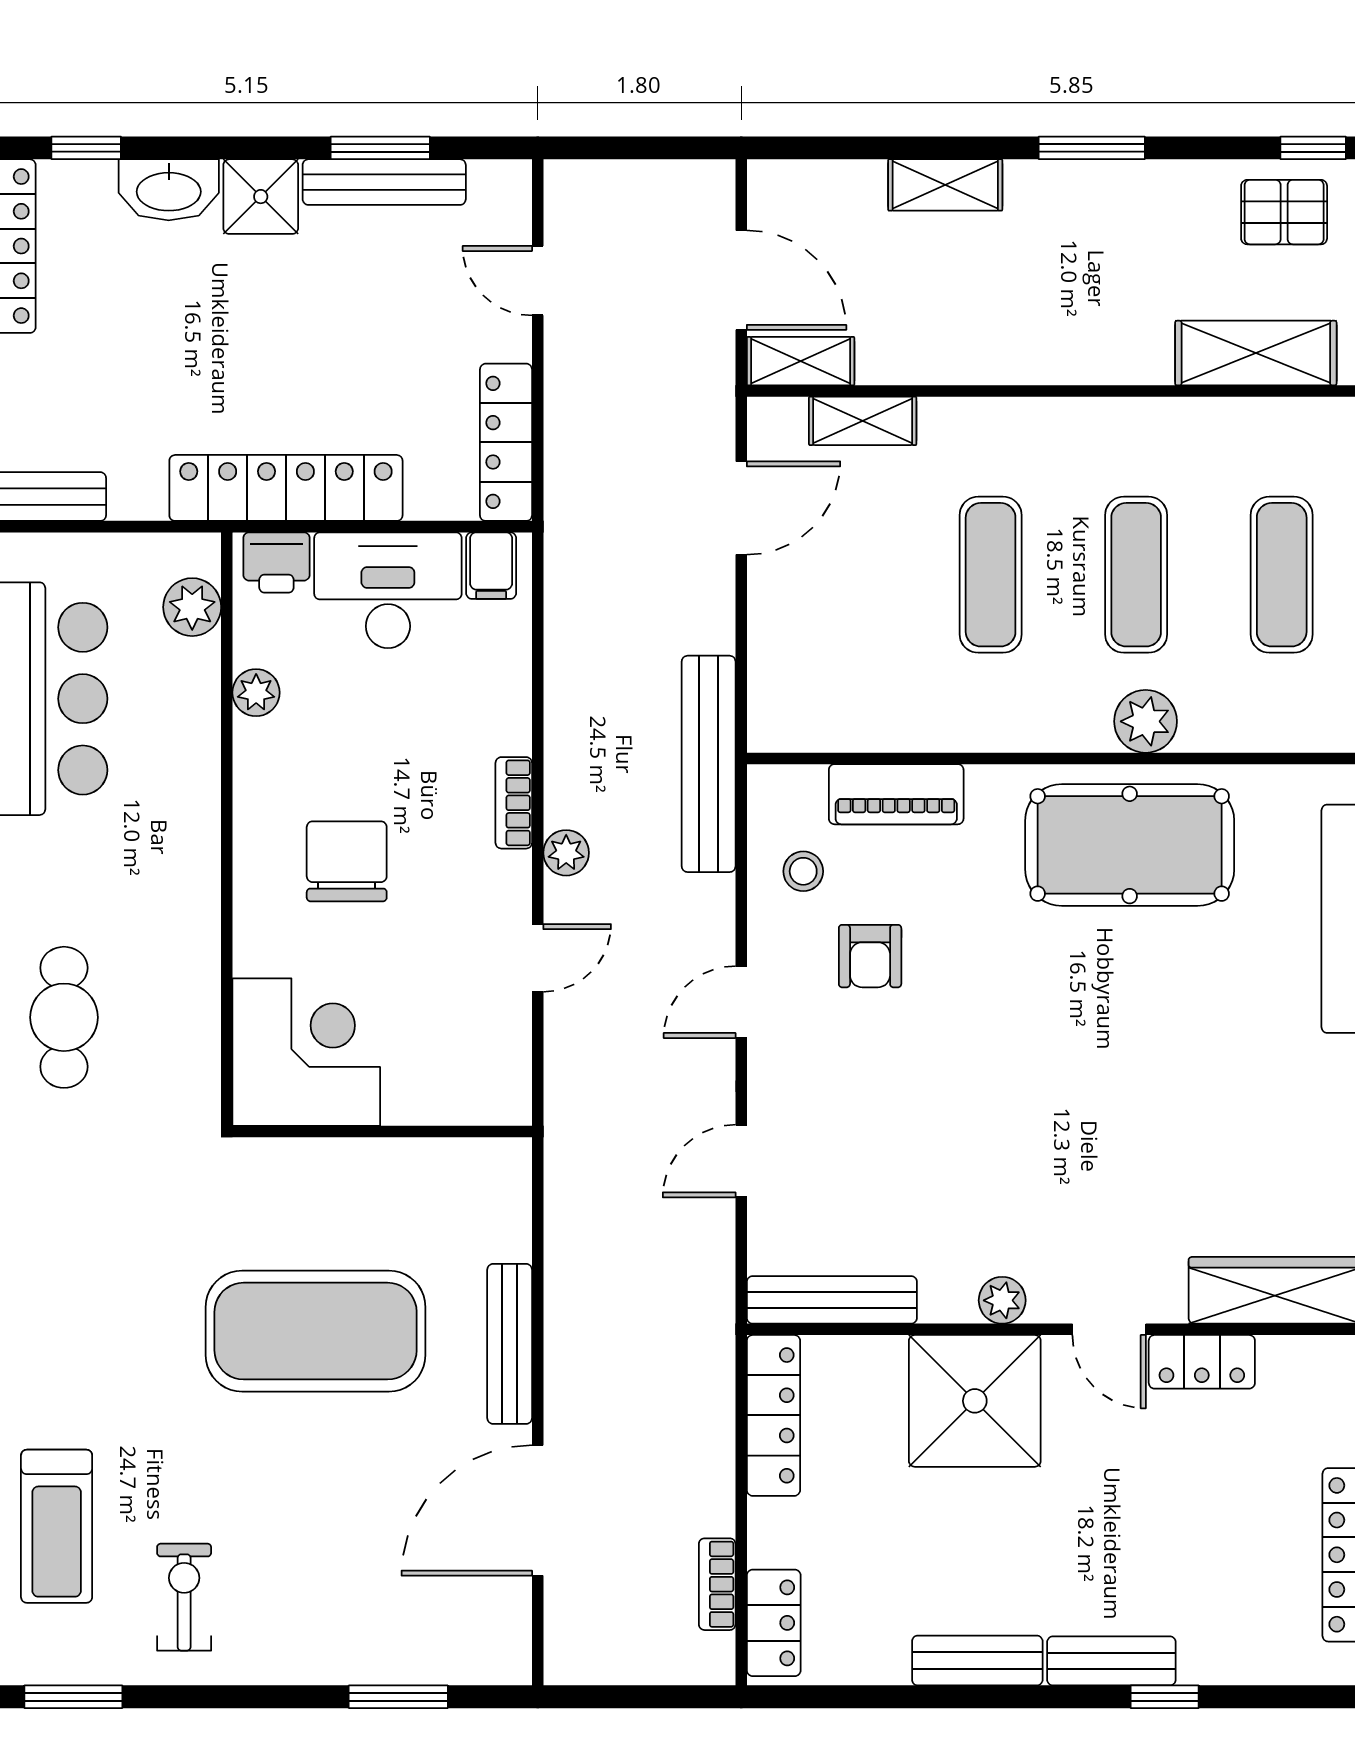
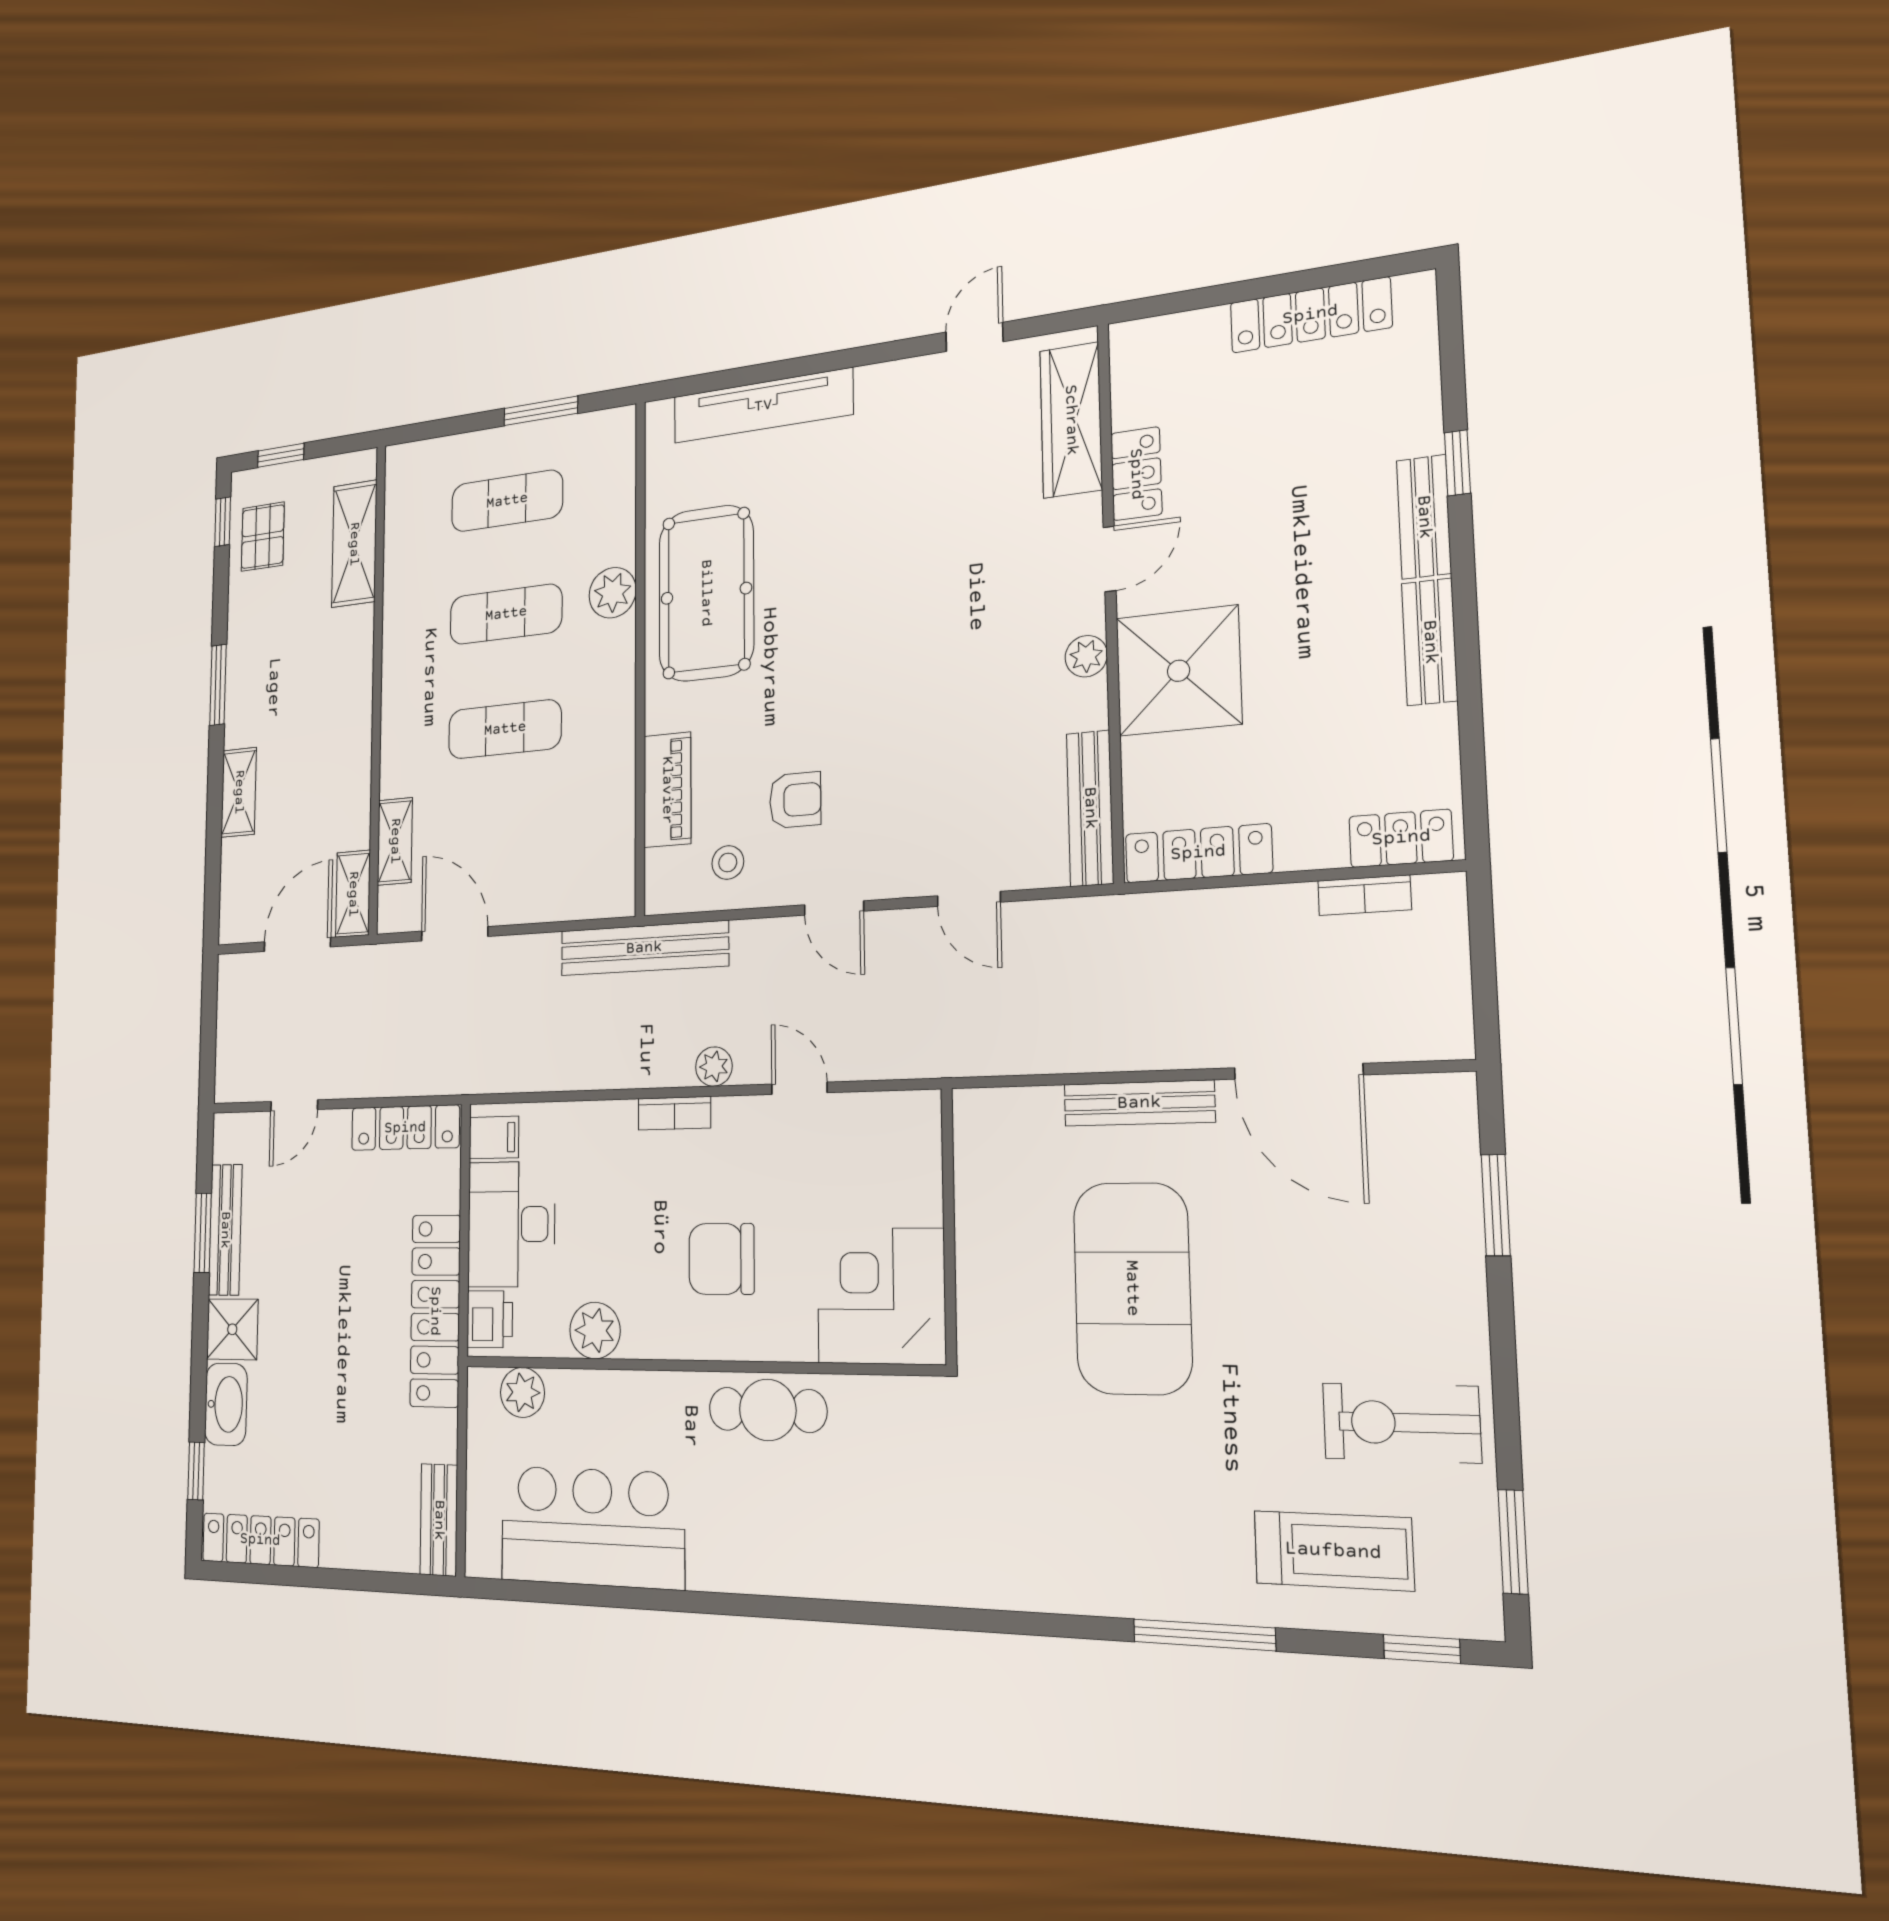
plant: (256, 693) -> (595, 1330), width x1.38, depth x1.38
cafe table: (64, 1017) -> (768, 1410), moved
exercise bike: (184, 1597) -> (1401, 1423), width x1.38, depth x1.39

